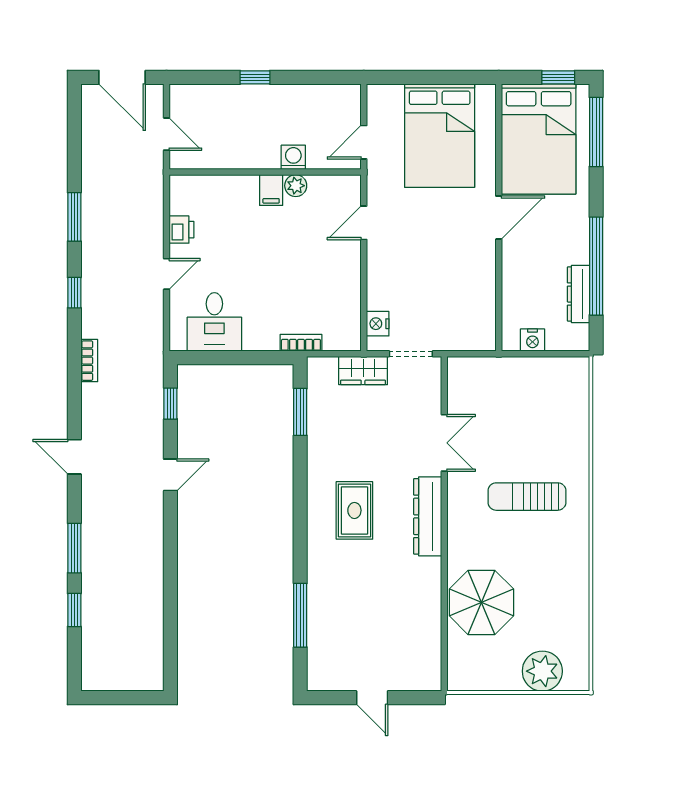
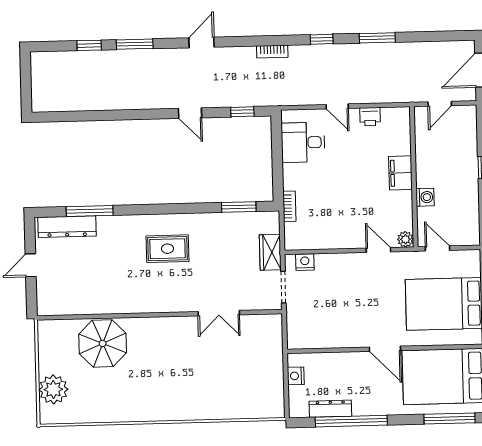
plant: (296, 186) -> (405, 239), moved
filing cabinet: (271, 190) -> (400, 173), width x2.00
sun lounger: (527, 497) -> (181, 375), removed
dresser: (428, 516) -> (67, 227), moved, turned 180

